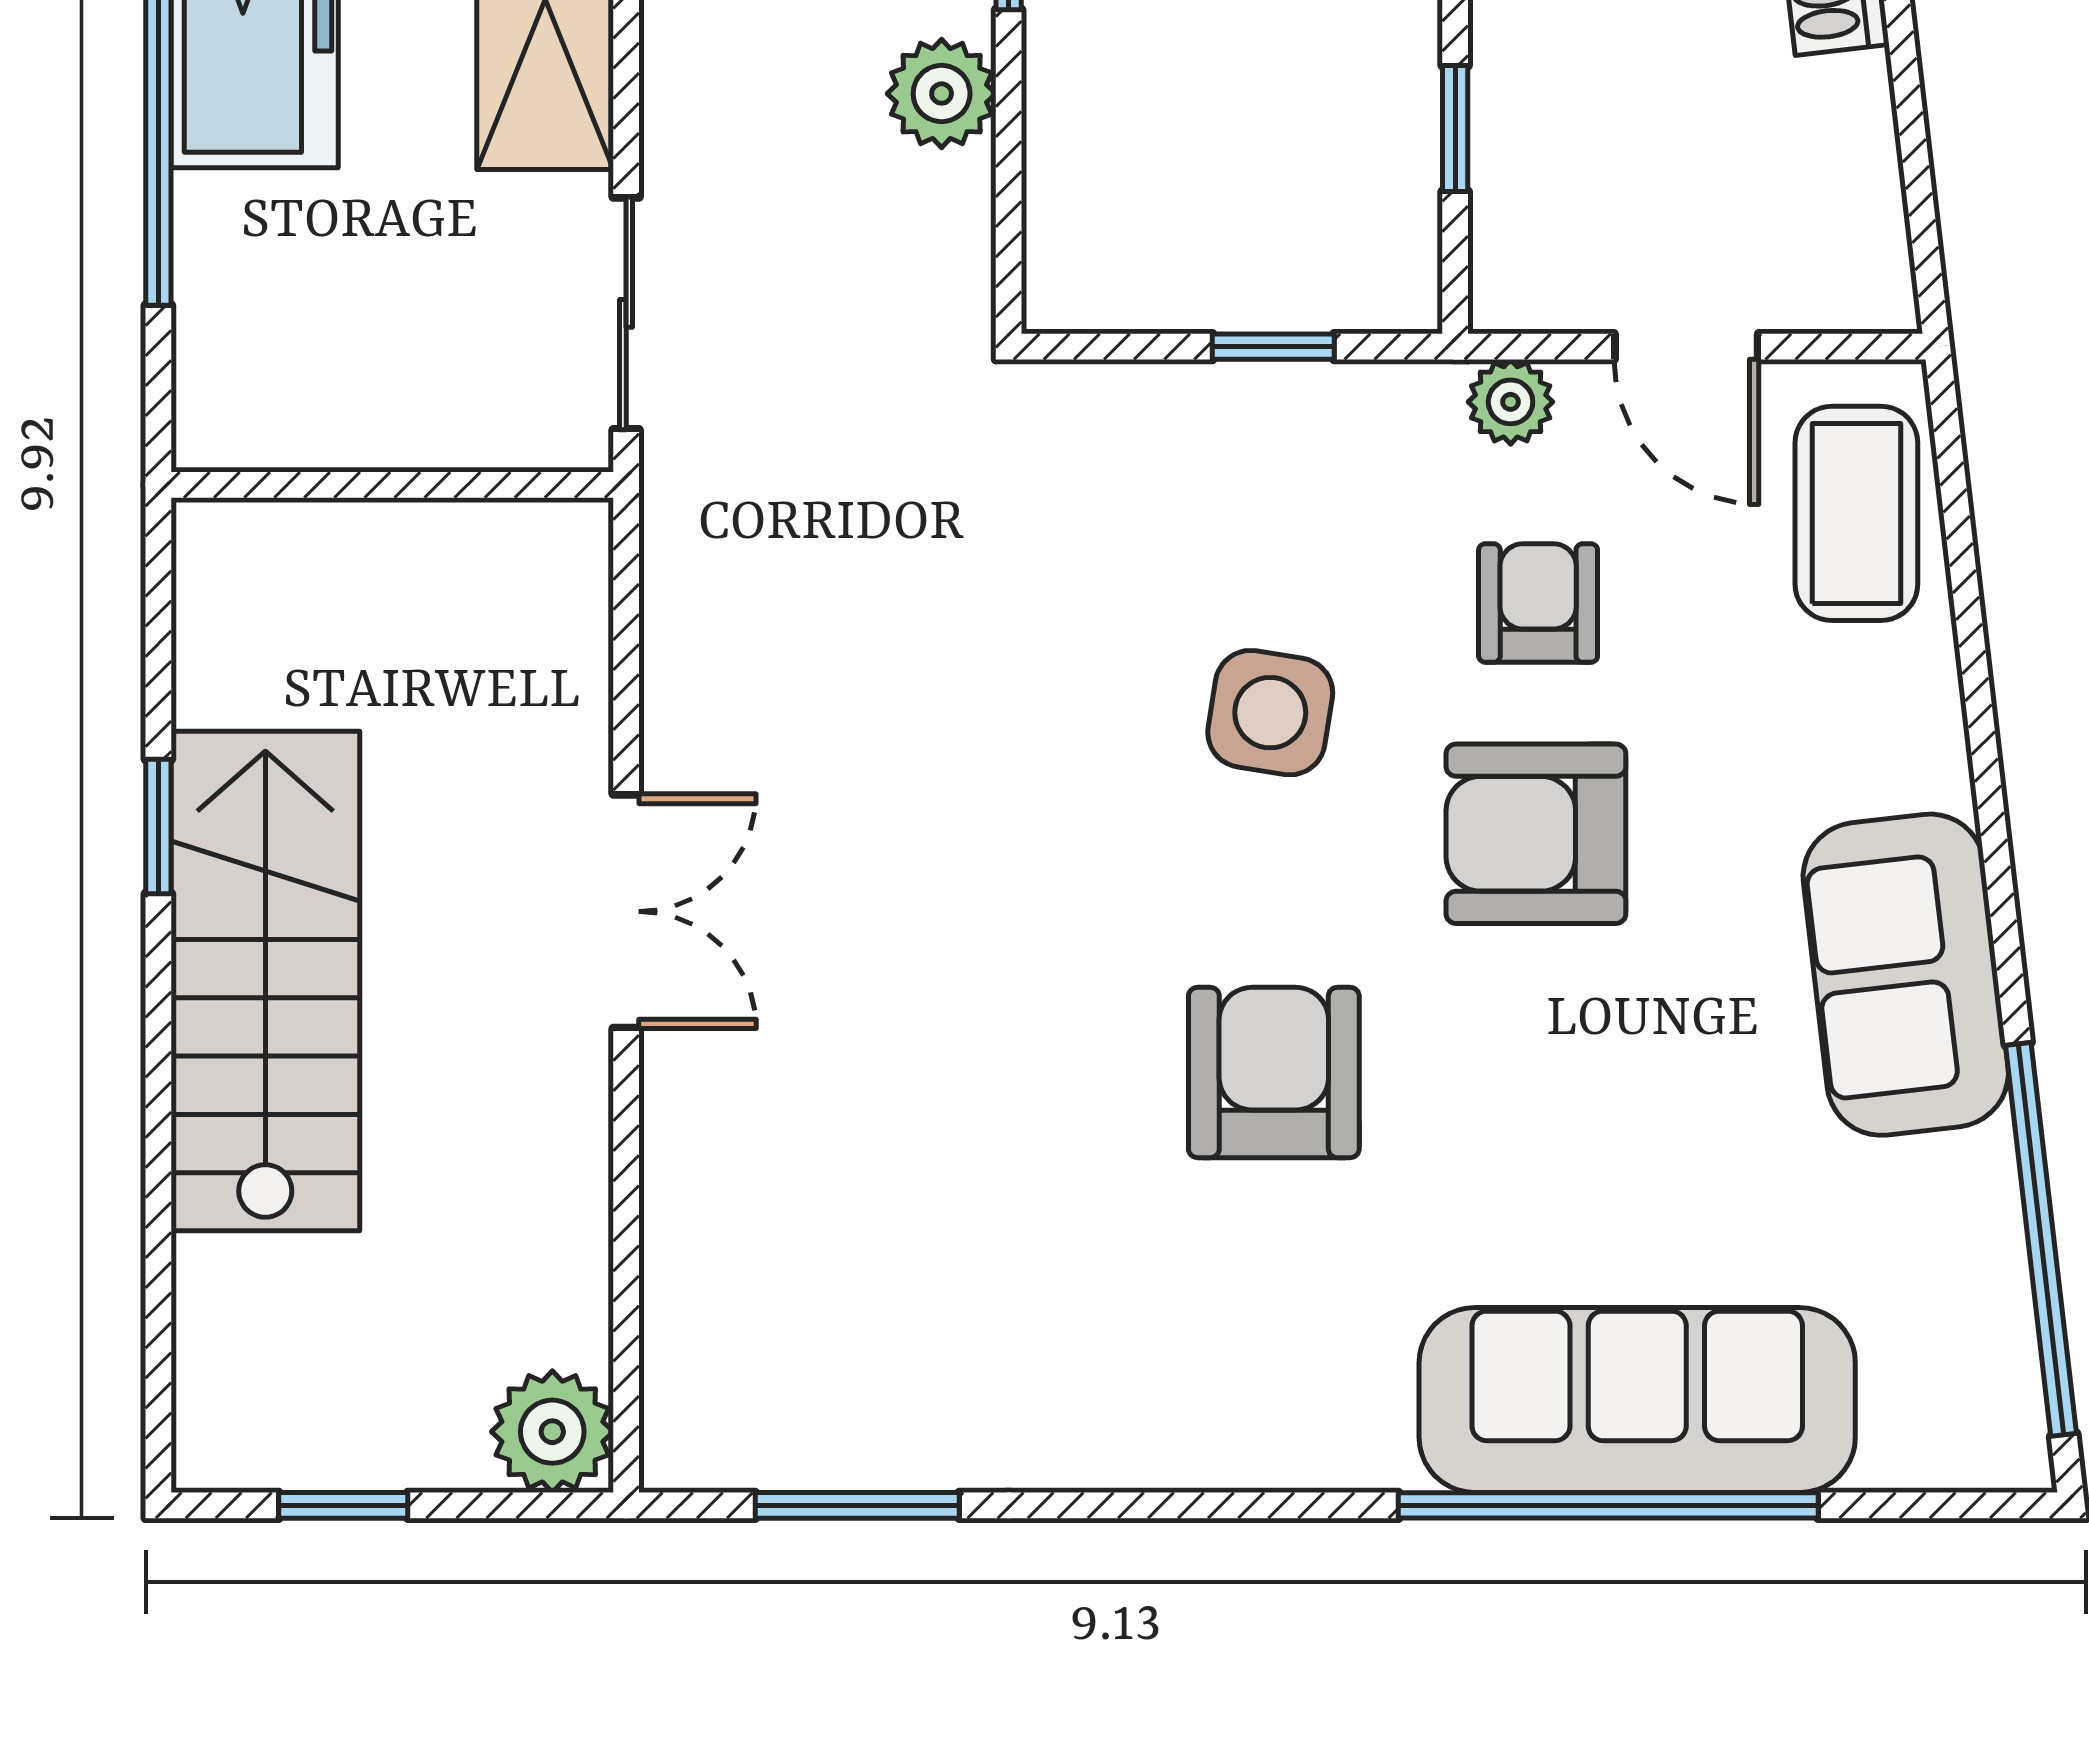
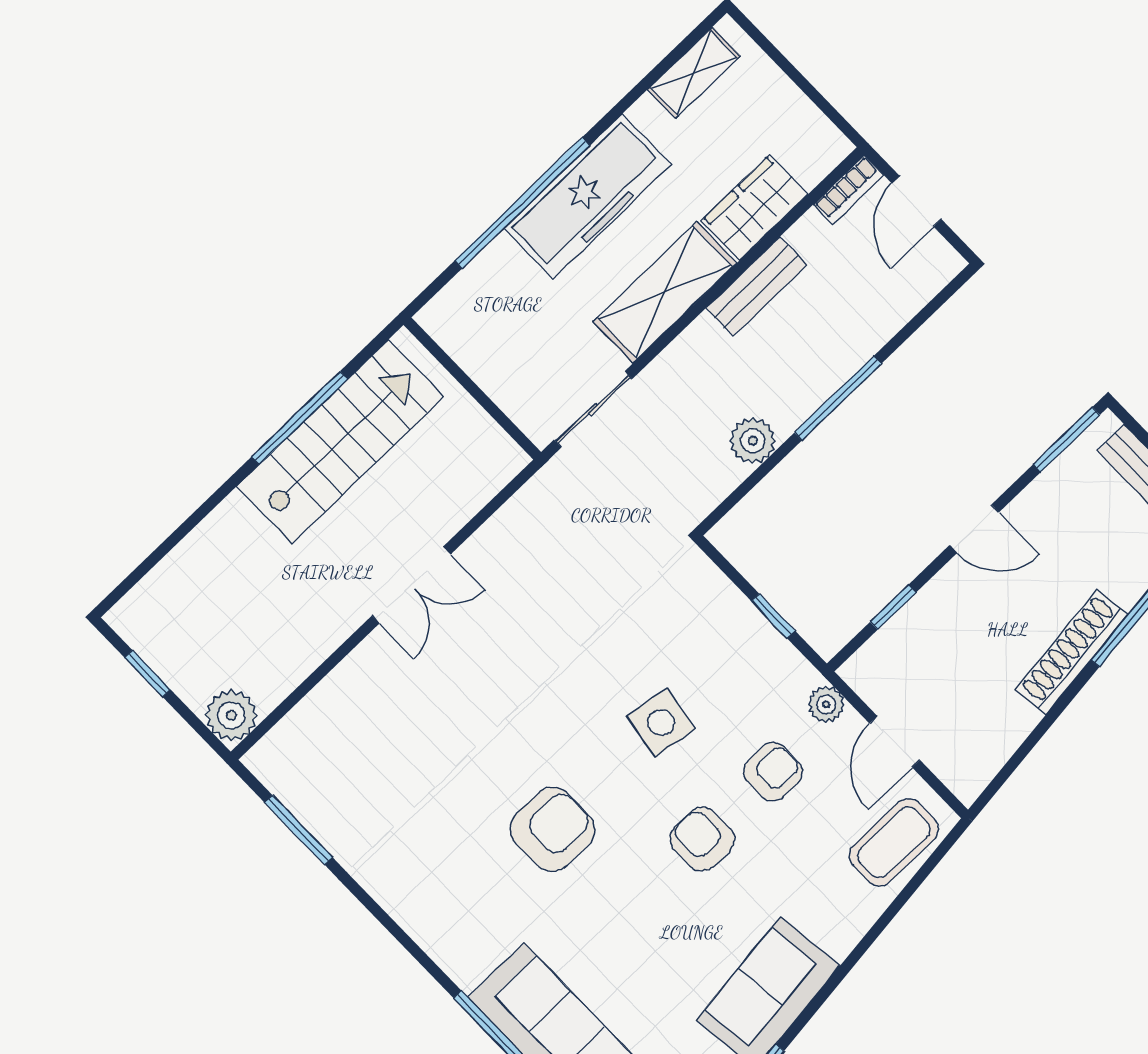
window: (158, 827) -> (300, 418), width x2.17
armchair: (1536, 834) -> (702, 839), width x0.72, depth x0.72
stairs: (265, 981) -> (340, 441), moved

